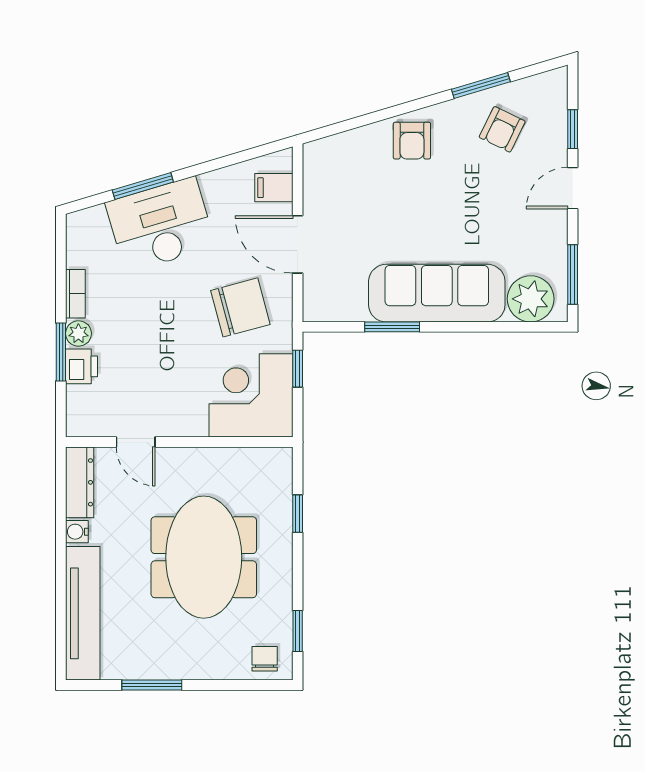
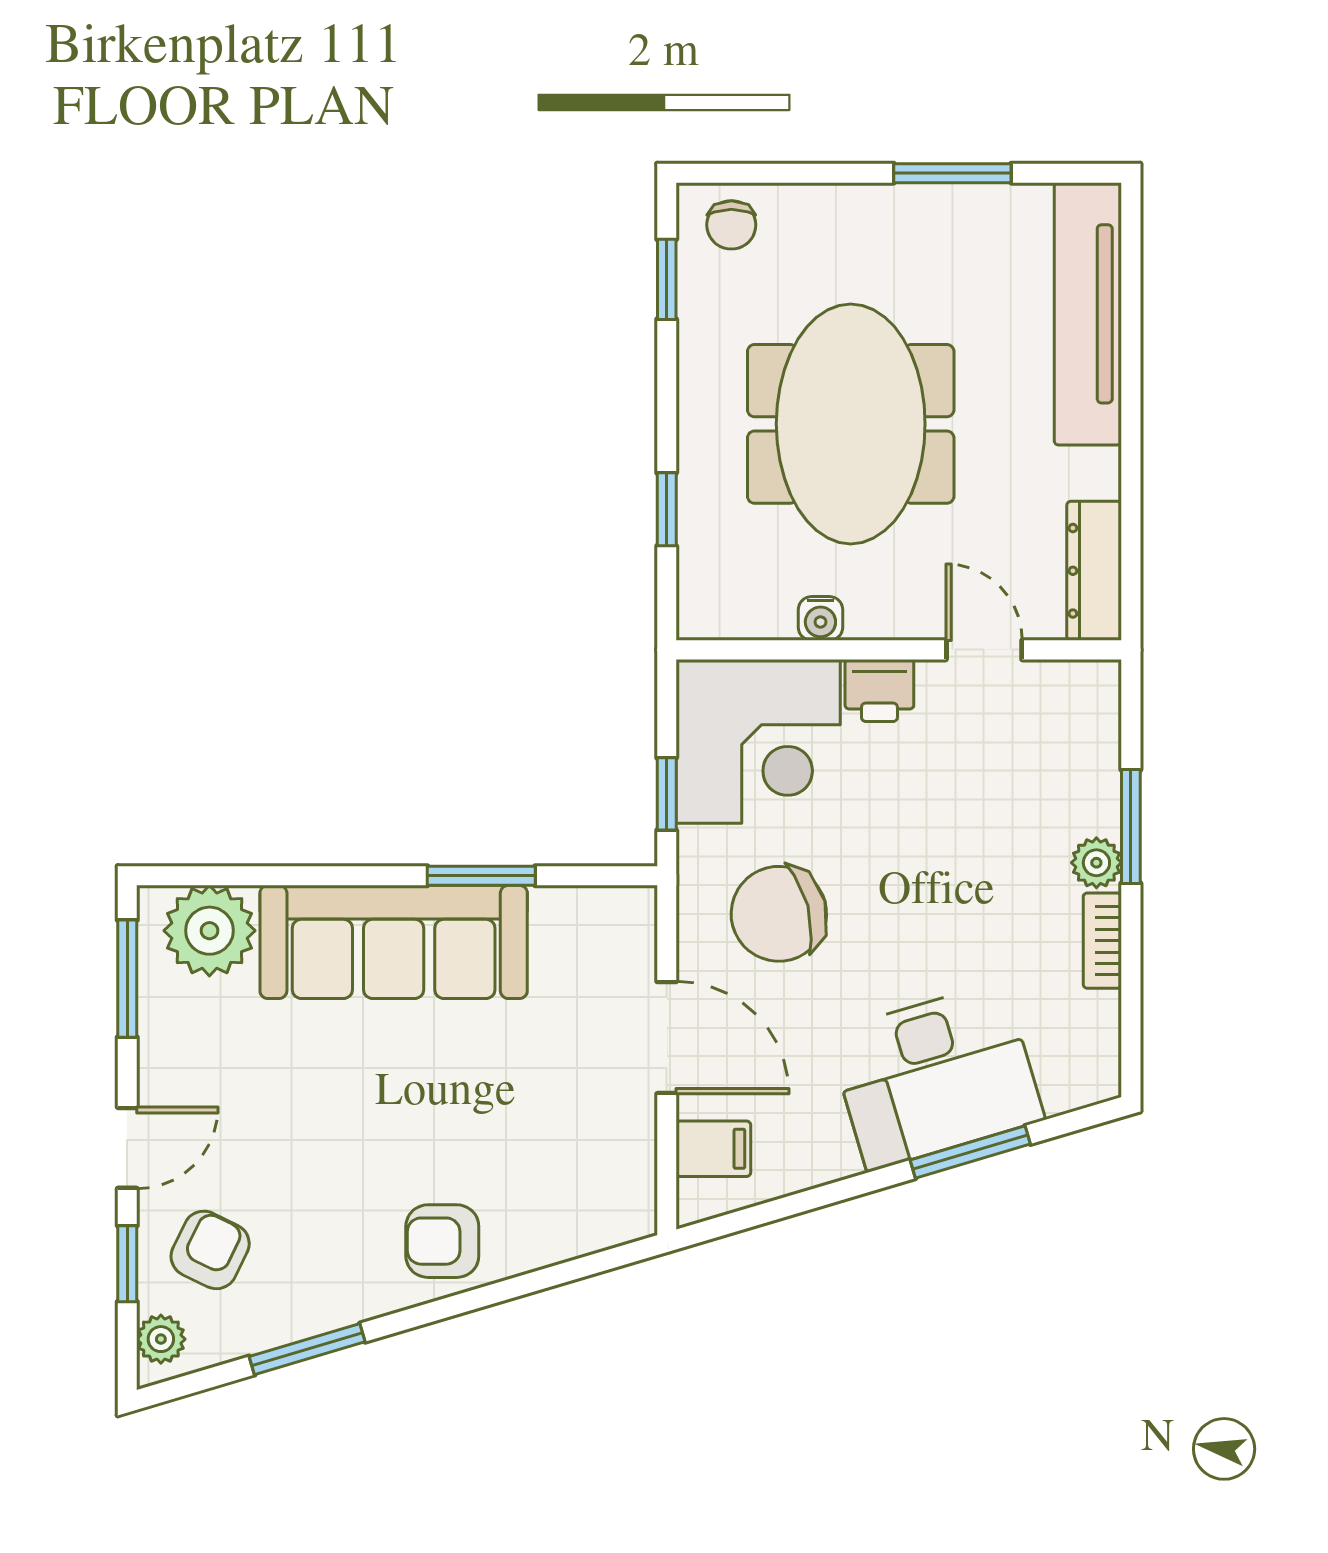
plant: (555, 91) -> (161, 1339), added
armchair: (502, 129) -> (210, 1250), moved
armchair: (412, 141) -> (442, 1241), turned -90
printer: (82, 366) -> (879, 690), moved, turned -90
water cooler: (77, 532) -> (820, 618), moved, turned 90

